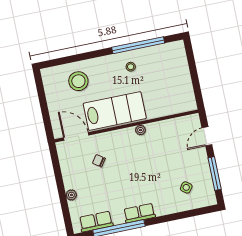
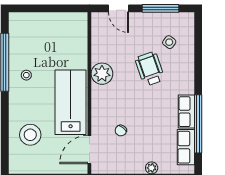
plant: (141, 130) -> (102, 74), width x1.87, depth x1.87
wheelchair: (159, 175) -> (150, 69), added
row of seats: (139, 213) -> (186, 112), moved

